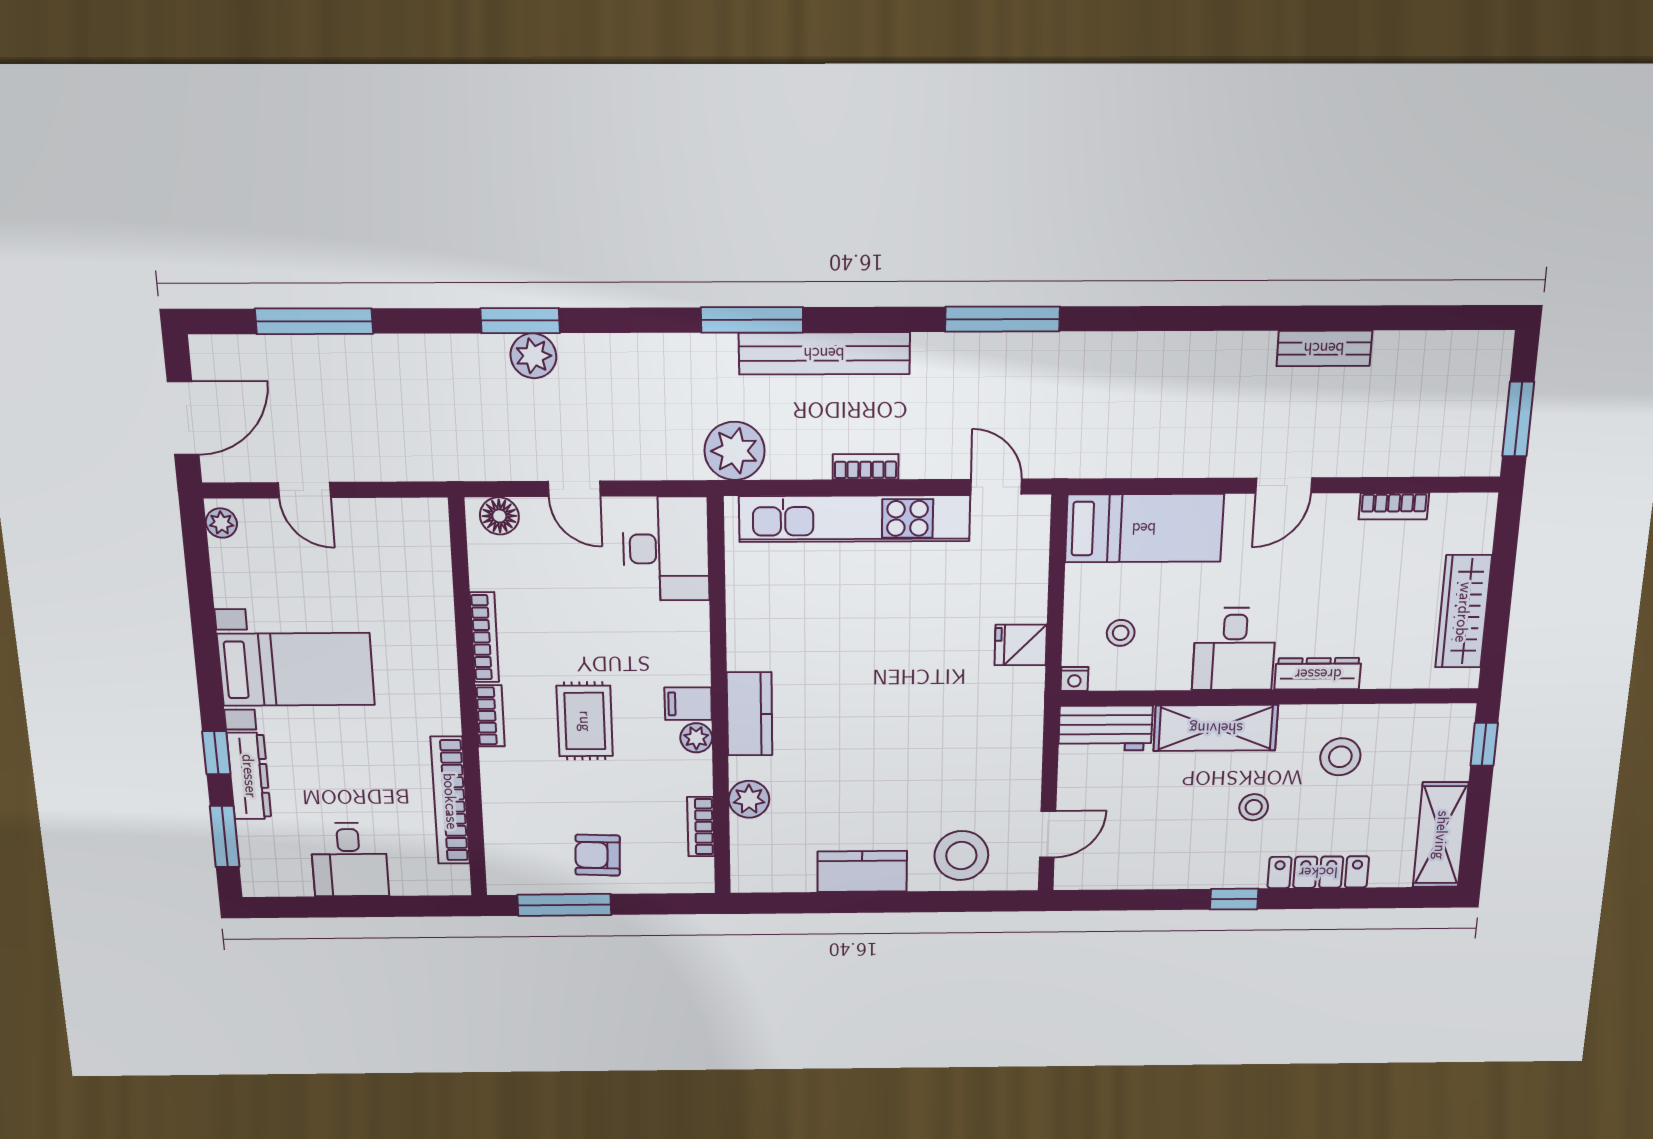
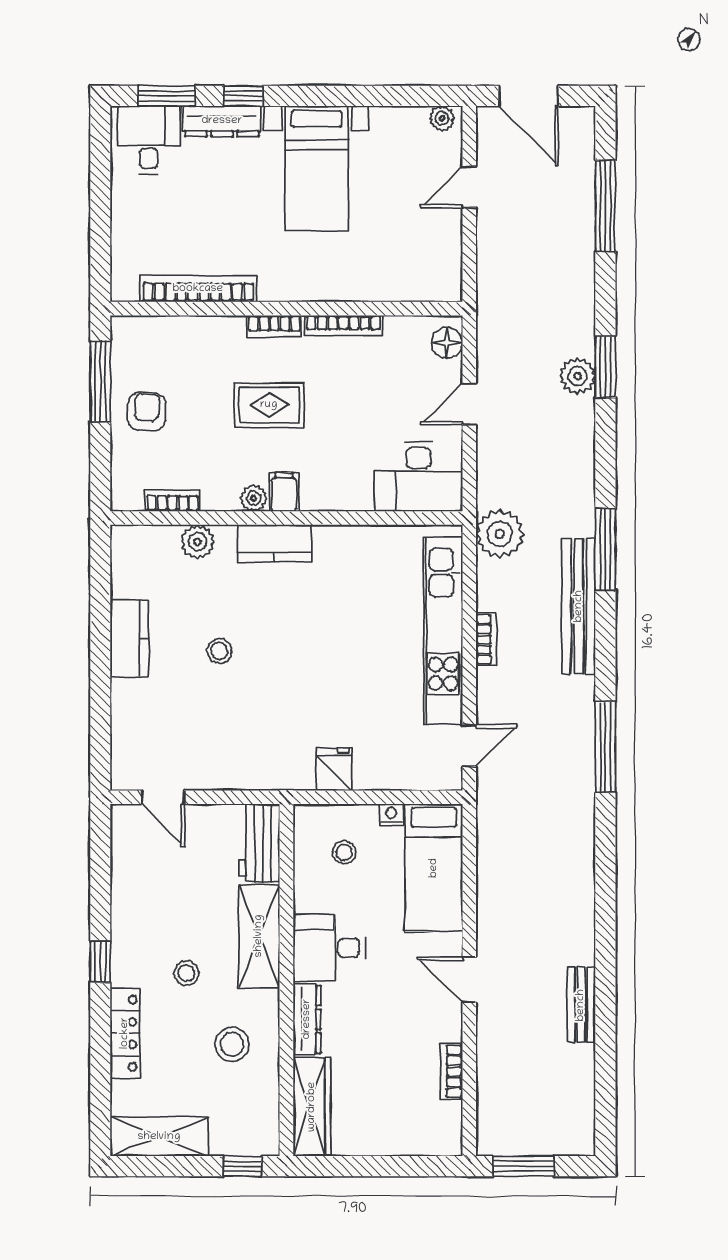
wardrobe: (1463, 612) -> (312, 1107), moved, turned 90
nightstand: (1074, 679) -> (391, 815), moved, turned 90
stool: (961, 856) -> (219, 651), moved, width x0.53, depth x0.53
desk: (349, 860) -> (149, 140), moved, turned 90

